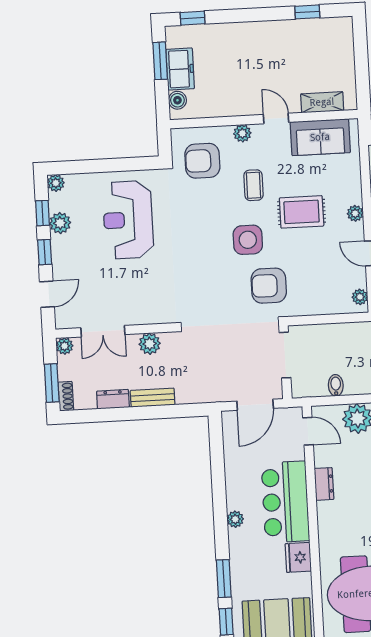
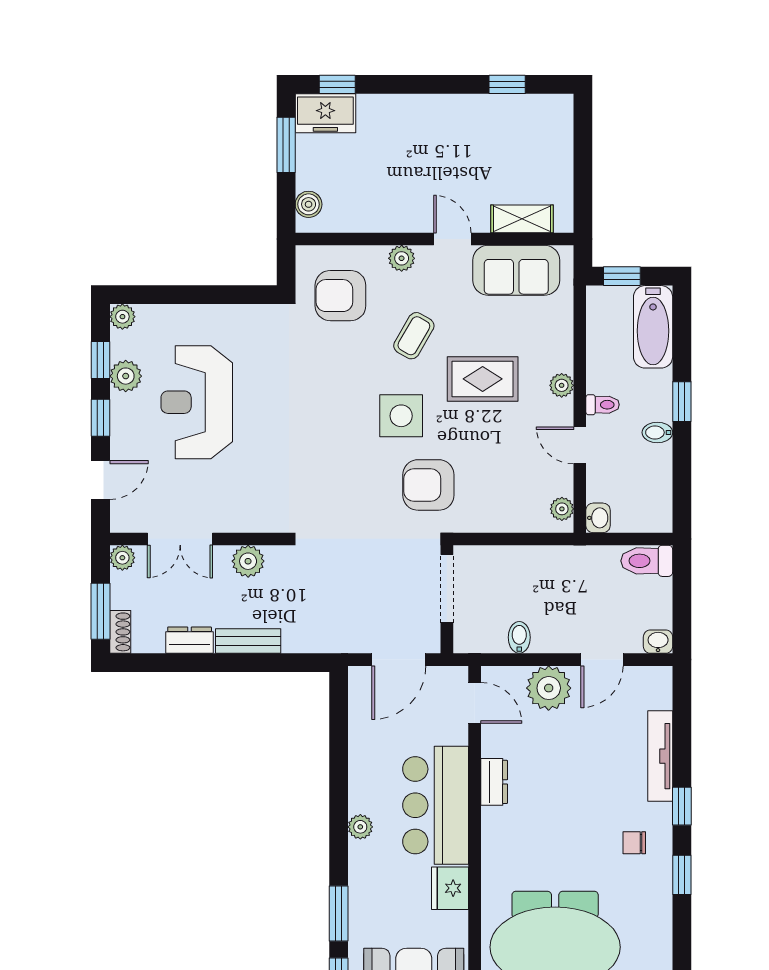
freezer: (180, 69) -> (325, 113), moved, turned 90
coffee table: (253, 185) -> (414, 336), turned 30
reception desk: (128, 220) -> (197, 402), moved

